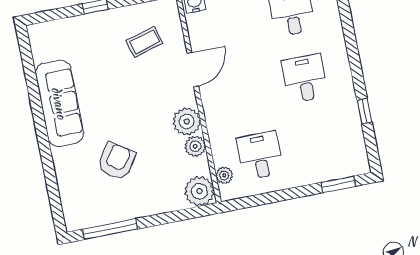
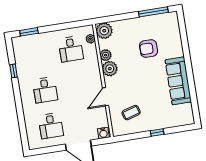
armchair: (116, 161) -> (149, 48), turned 56

